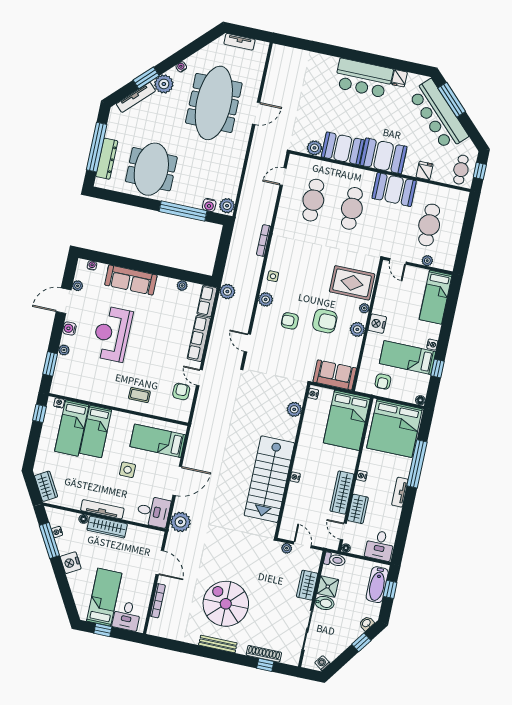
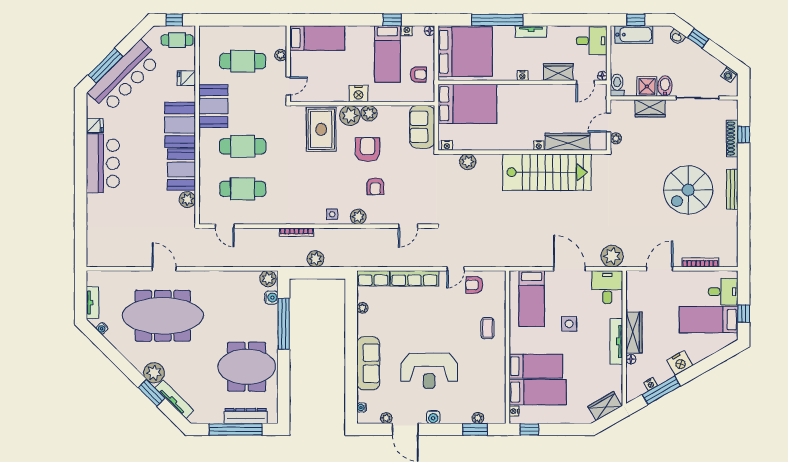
water cooler: (181, 67) -> (102, 328), moved
plant: (227, 292) -> (315, 259), moved
plant: (364, 308) -> (350, 115), width x1.88, depth x1.88
nightstand: (432, 345) -> (407, 31), moved
plant: (64, 350) -> (478, 418), moved
wardrobe: (342, 493) -> (567, 142), moved, turned 180

